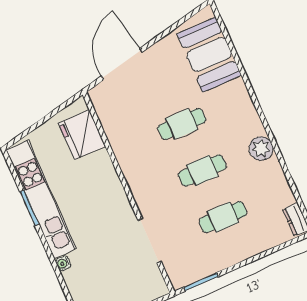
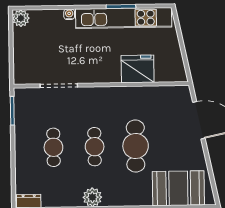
cafe table: (182, 124) -> (136, 146), width x1.37, depth x1.35
fridge: (82, 135) -> (138, 69), moved

